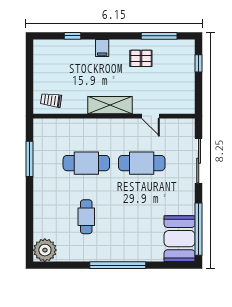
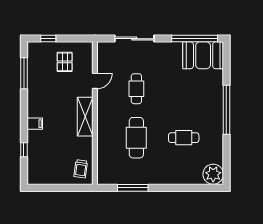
pallet: (141, 58) -> (65, 62), moved
cafe table: (142, 163) -> (136, 89), width x0.73, depth x0.74

